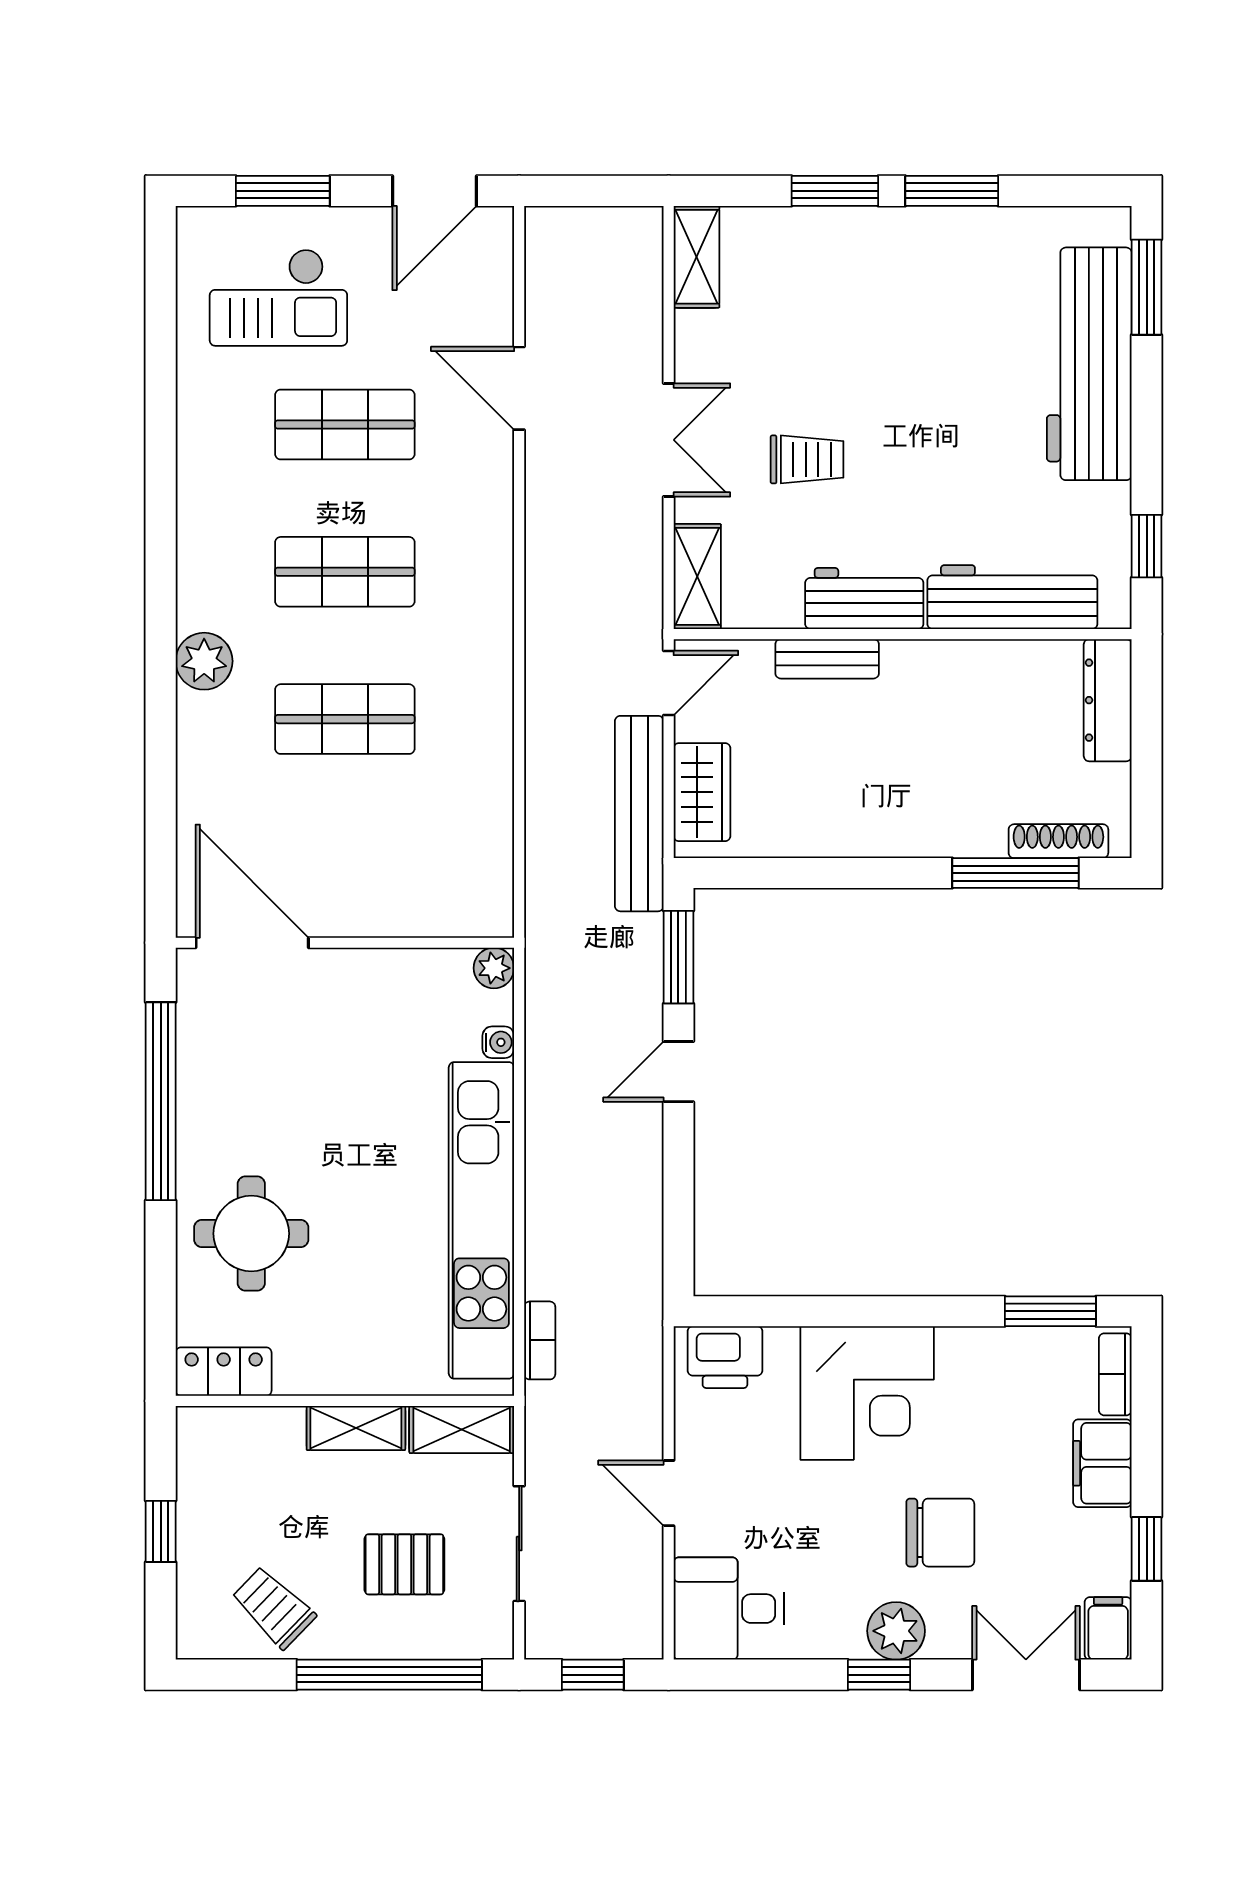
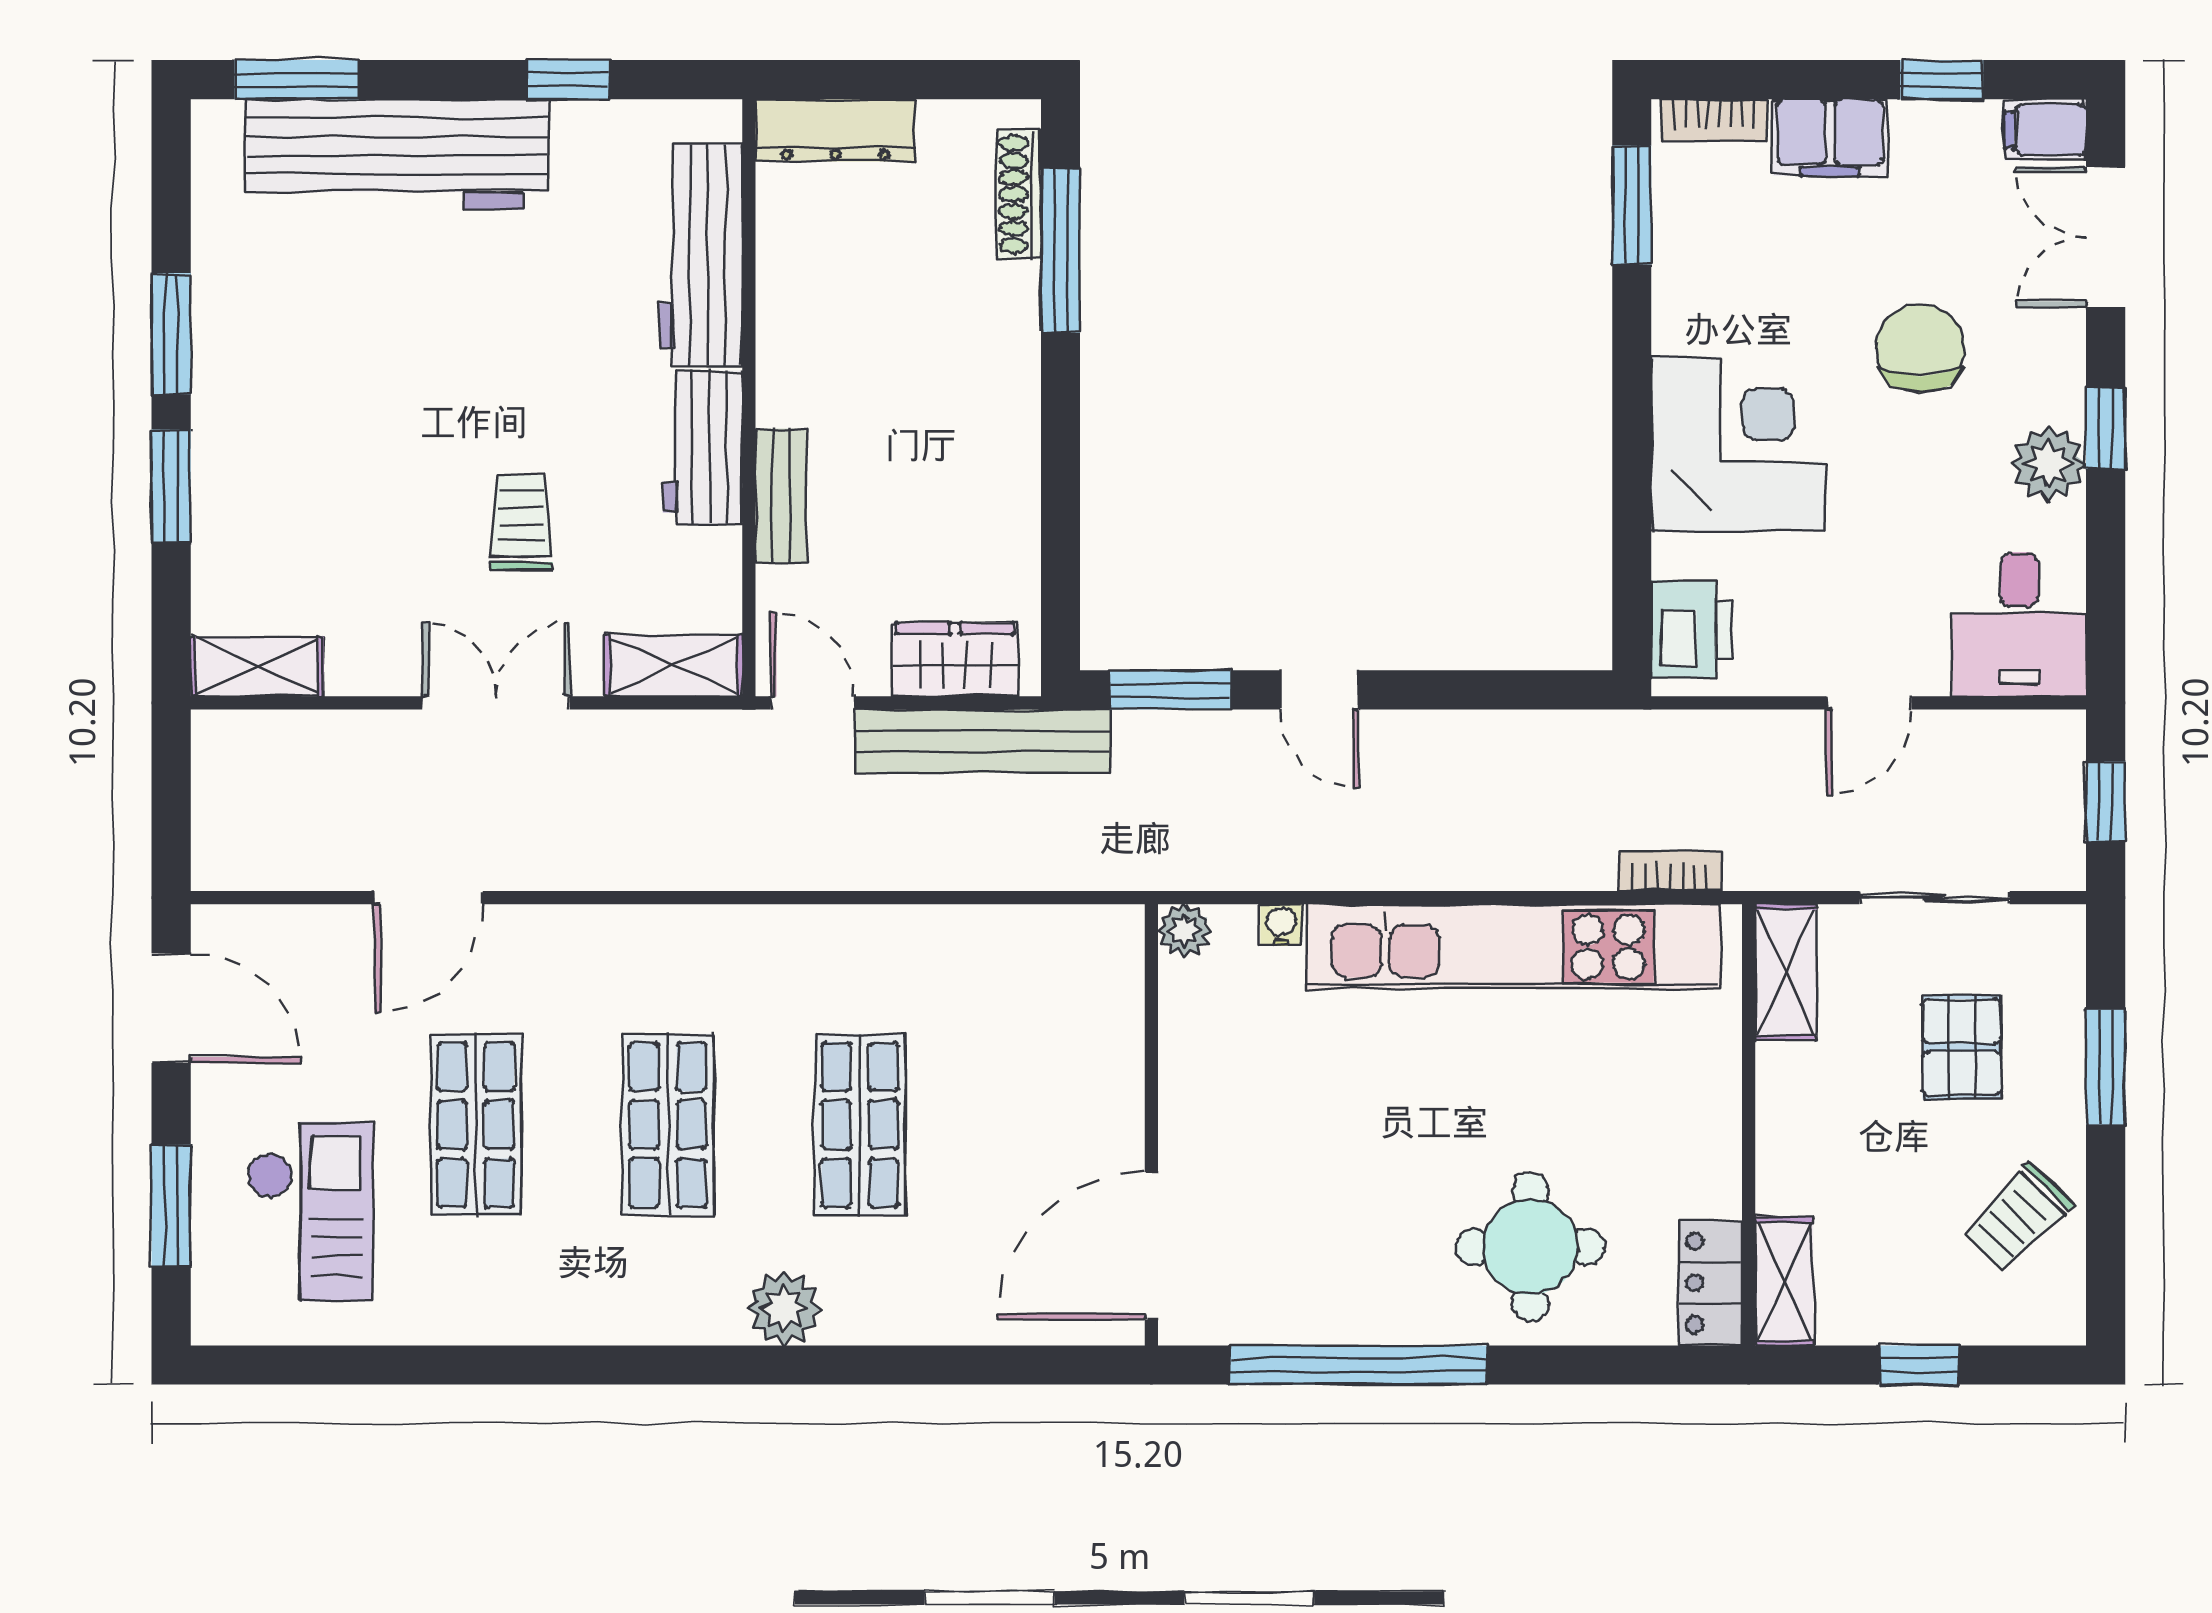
window: (1147, 546) -> (568, 80), moved
shelving: (356, 1428) -> (1784, 1281), moved
plant: (896, 1631) -> (2049, 464), moved
window: (389, 1675) -> (2106, 1067), width x0.47

